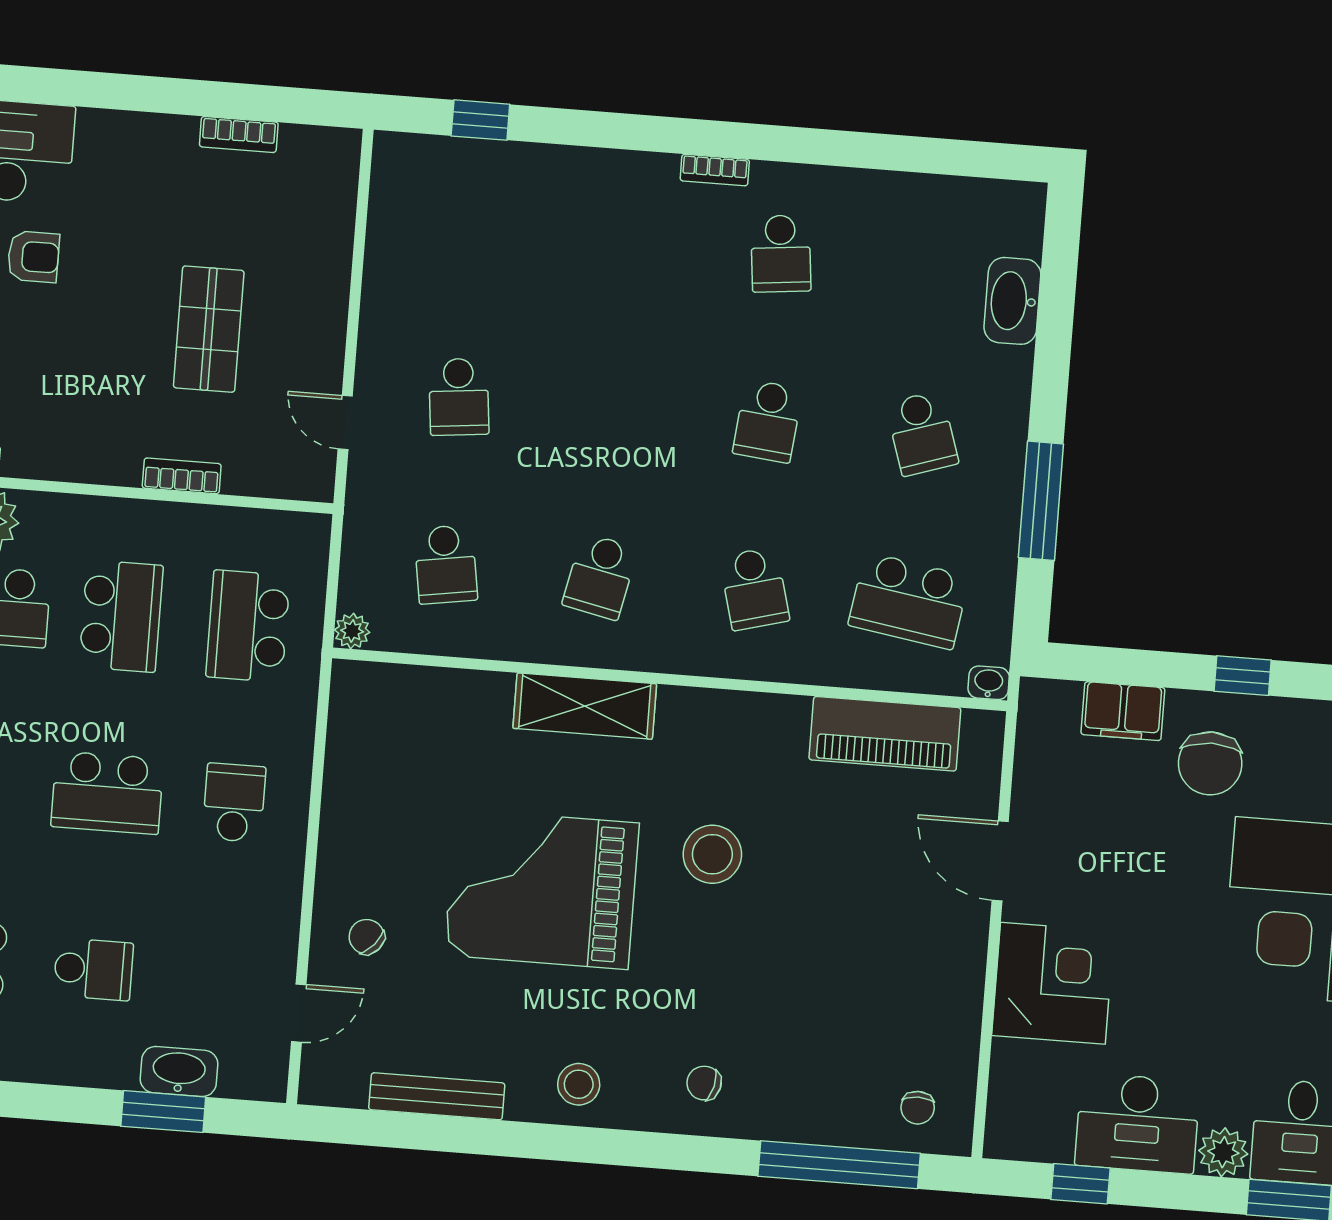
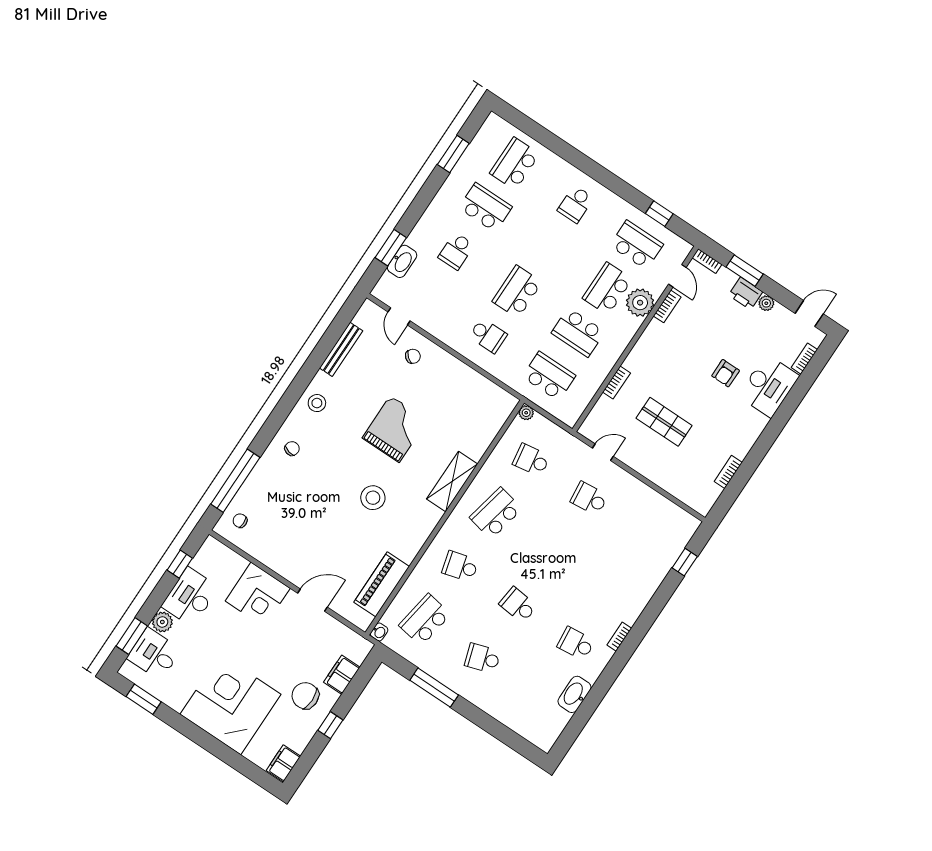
washbasin: (1012, 301) -> (574, 694), moved, turned -90
school desk: (600, 577) -> (496, 513), width x1.85
grand piano: (542, 889) -> (395, 429), width x0.73, depth x0.68

